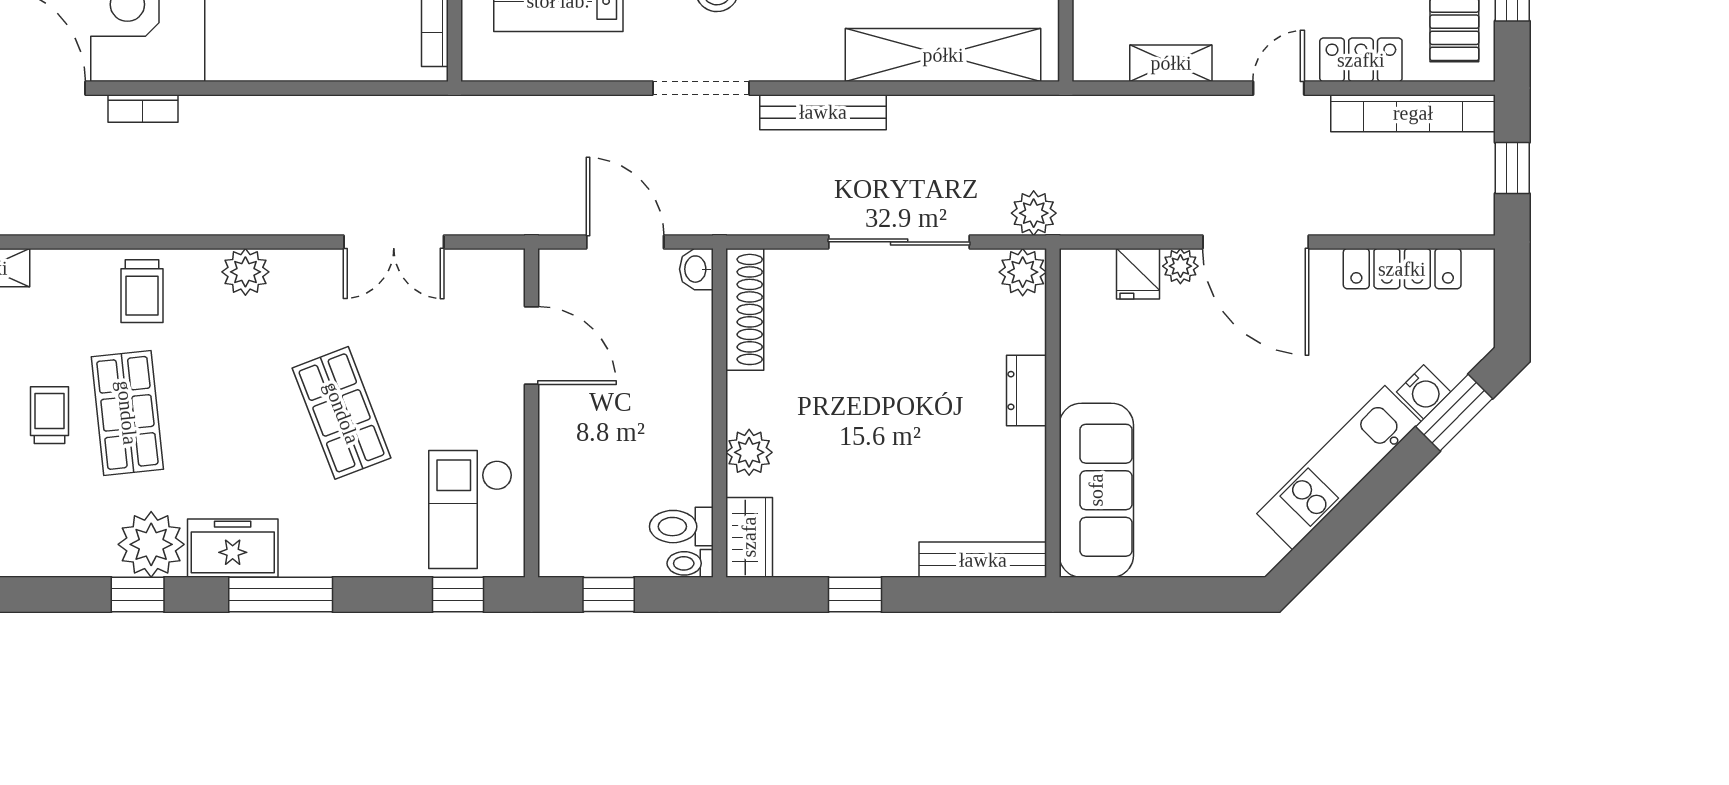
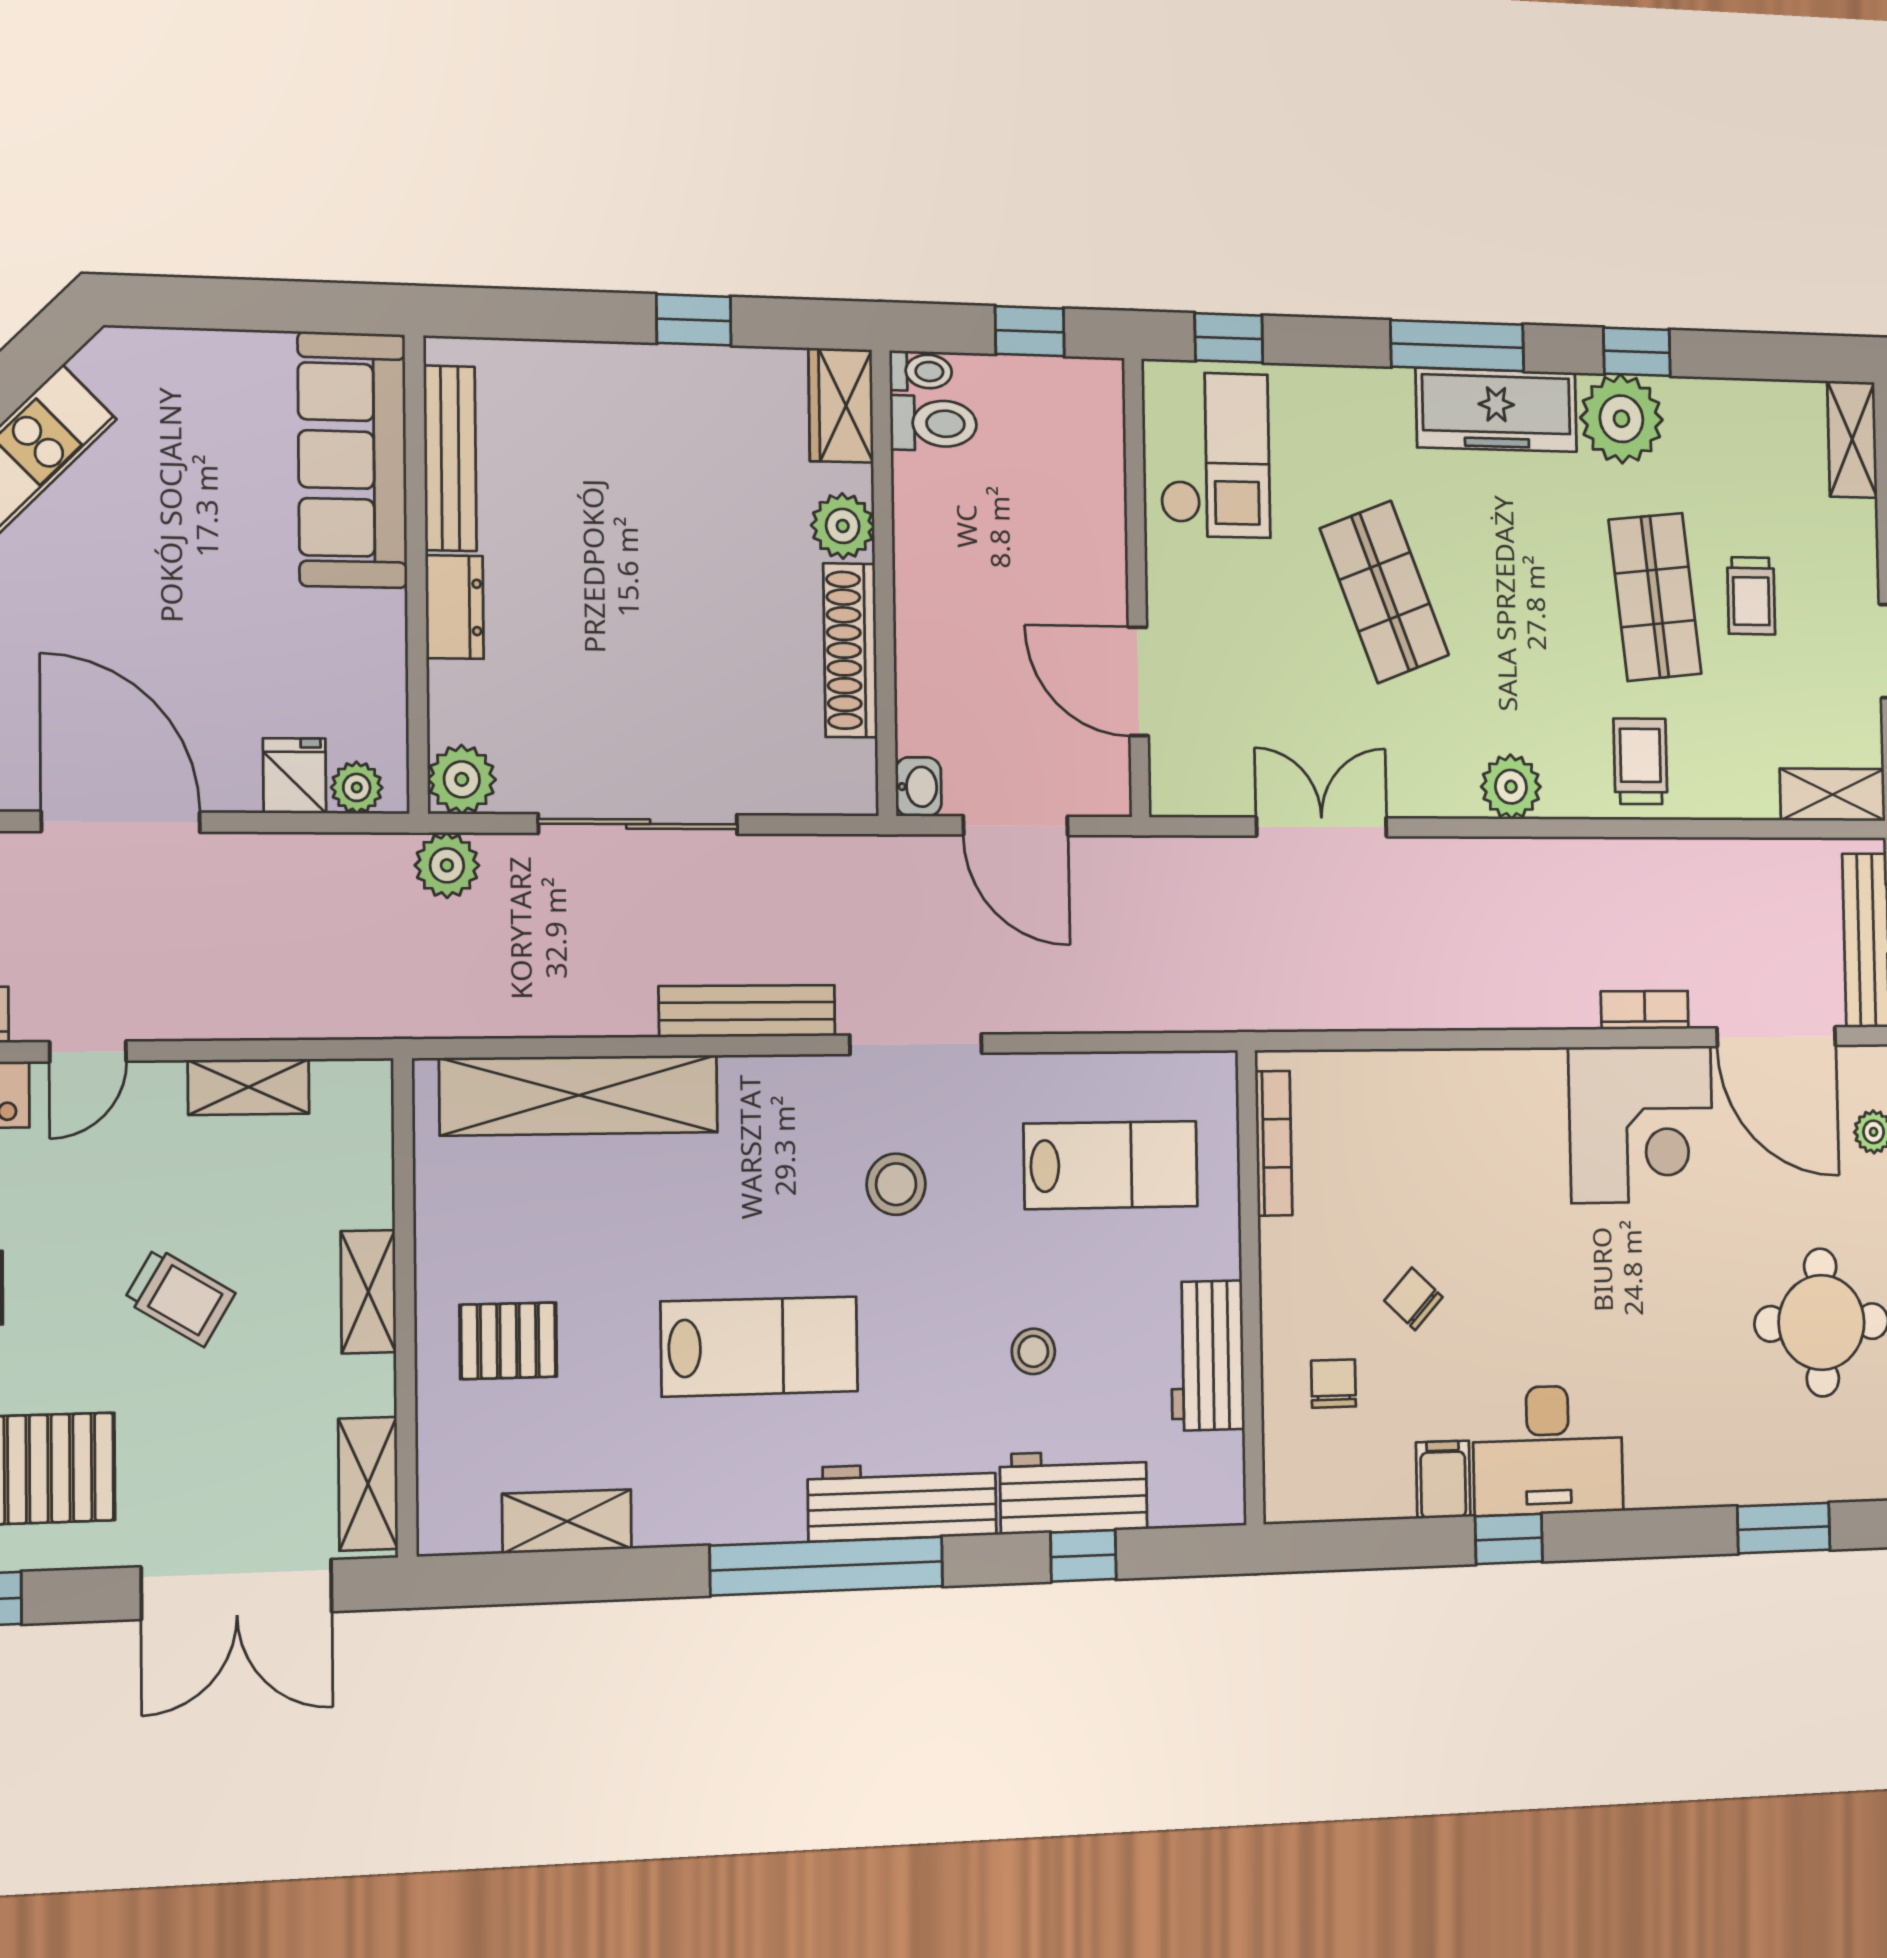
plant: (1180, 266) -> (357, 787), moved
shoe rack: (745, 309) -> (850, 650), moved
freezer: (233, 548) -> (1496, 410), width x1.40
bench: (983, 560) -> (450, 458), moved, turned 90

